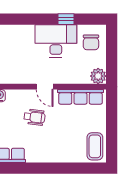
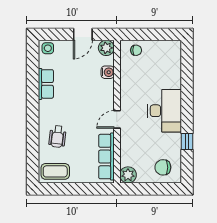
desk: (56, 41) -> (164, 111), moved
wheelchair: (34, 117) -> (57, 137), moved

